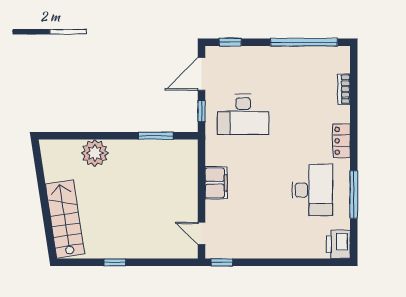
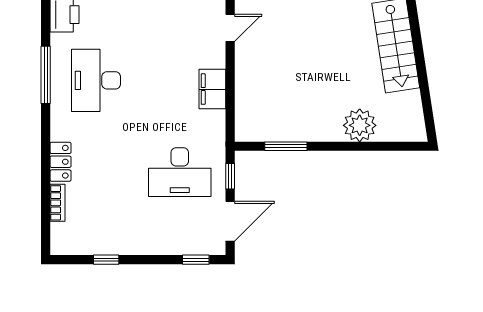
window: (304, 42) -> (106, 260), width x0.32
desk: (243, 114) -> (180, 172), turned 180
locker: (342, 141) -> (60, 162), moved
door: (202, 233) -> (230, 28), hinge flipped

